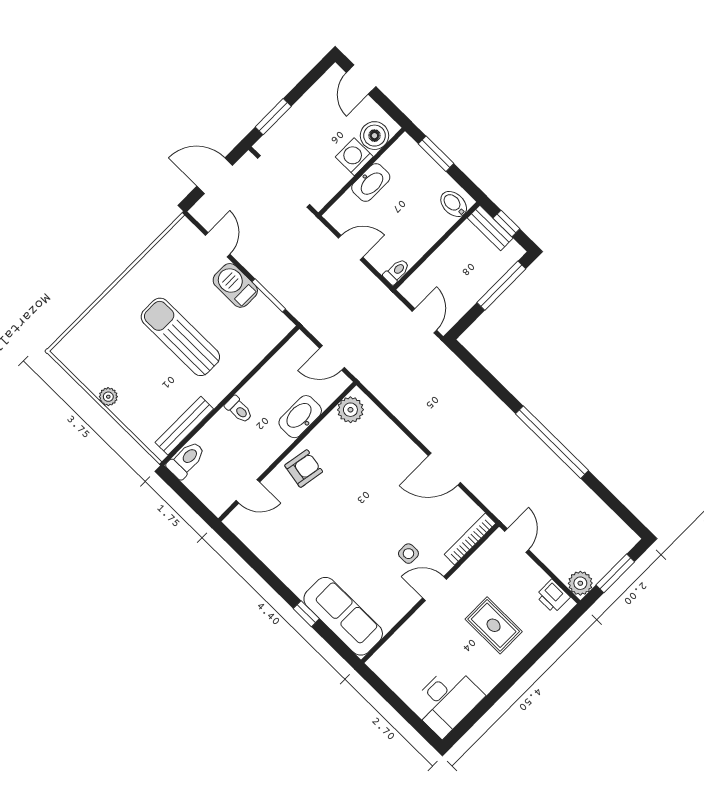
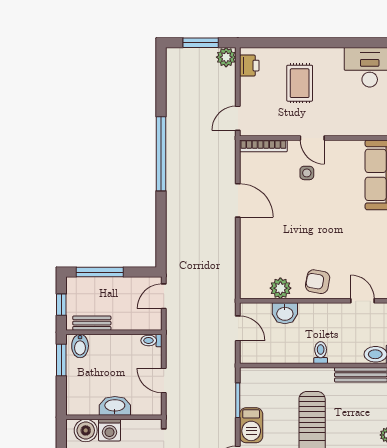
window: (436, 154) -> (61, 360), moved
bench: (490, 228) -> (92, 323), moved, turned 90
plant: (350, 410) -> (280, 288), moved
washbasin: (300, 417) -> (285, 313), width x0.72

